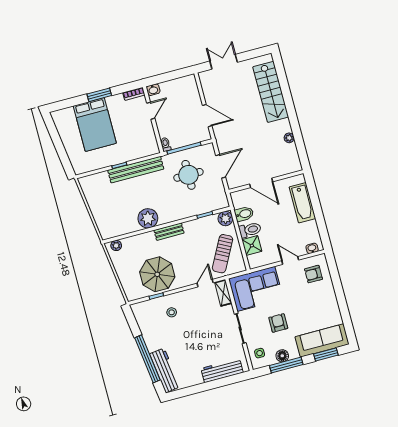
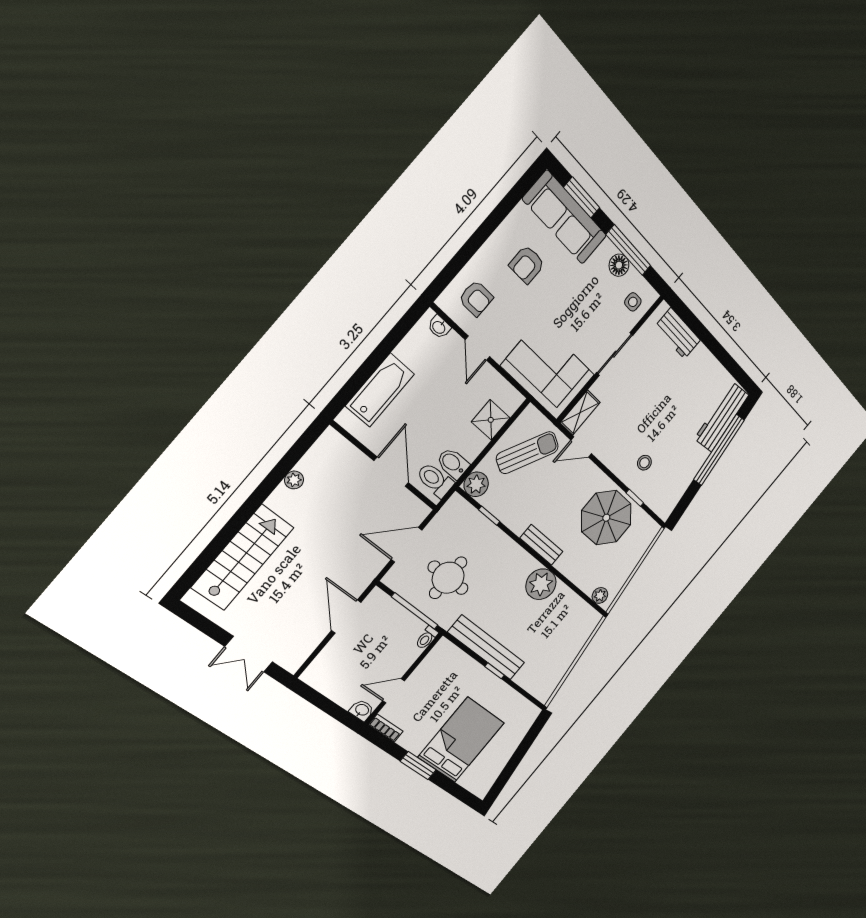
toilet: (250, 230) -> (435, 480), moved
armchair: (278, 323) -> (527, 264), moved
workbench: (222, 370) -> (678, 333), width x0.73

